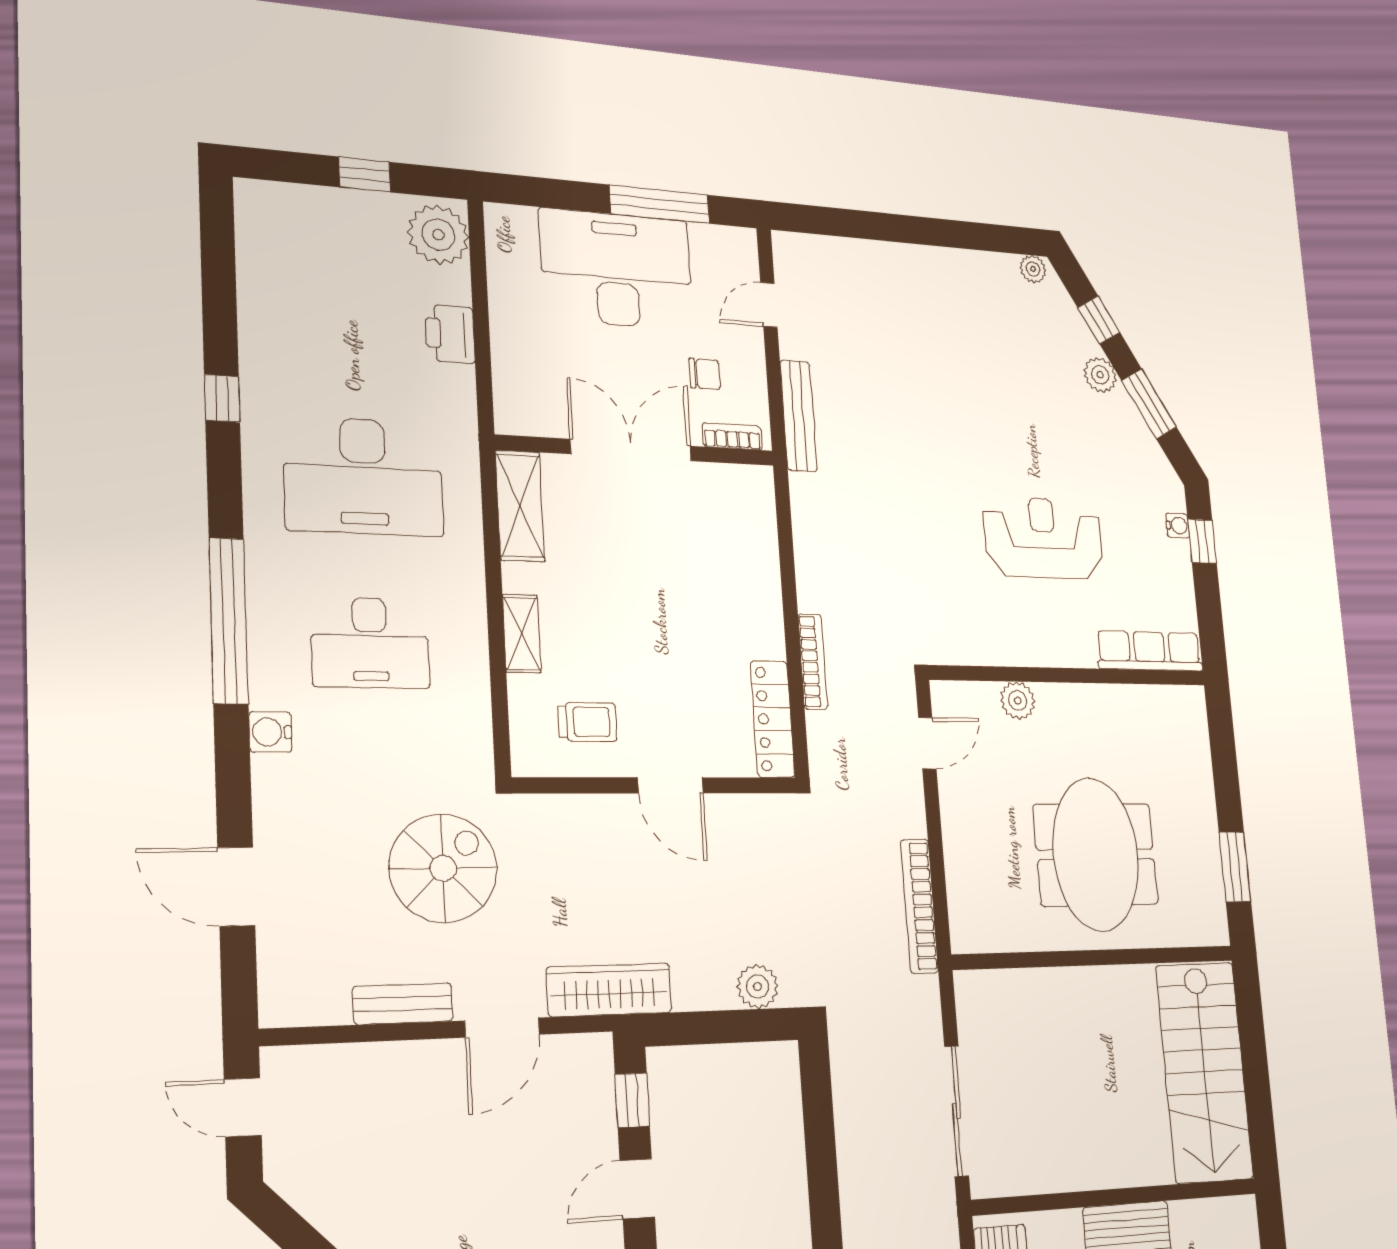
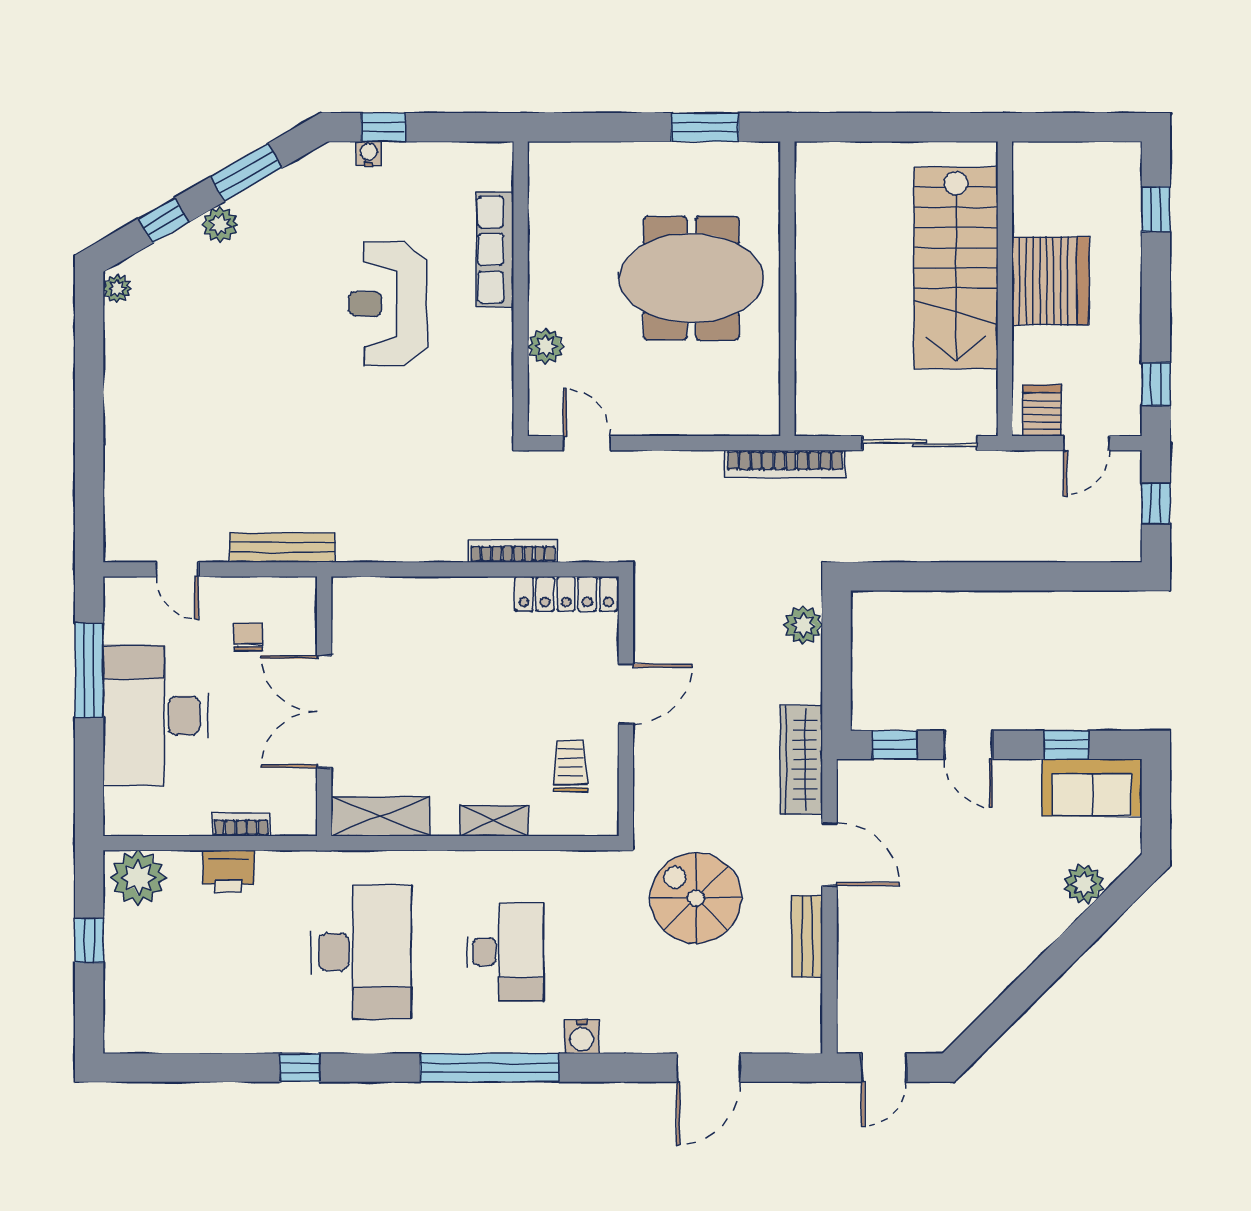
bookcase: (732, 436) -> (241, 825), moved, turned 90
row of seats: (1149, 651) -> (495, 250), moved
bookcase: (919, 906) -> (785, 464), moved
stairs: (1204, 1072) -> (956, 268), moved, turned 90

